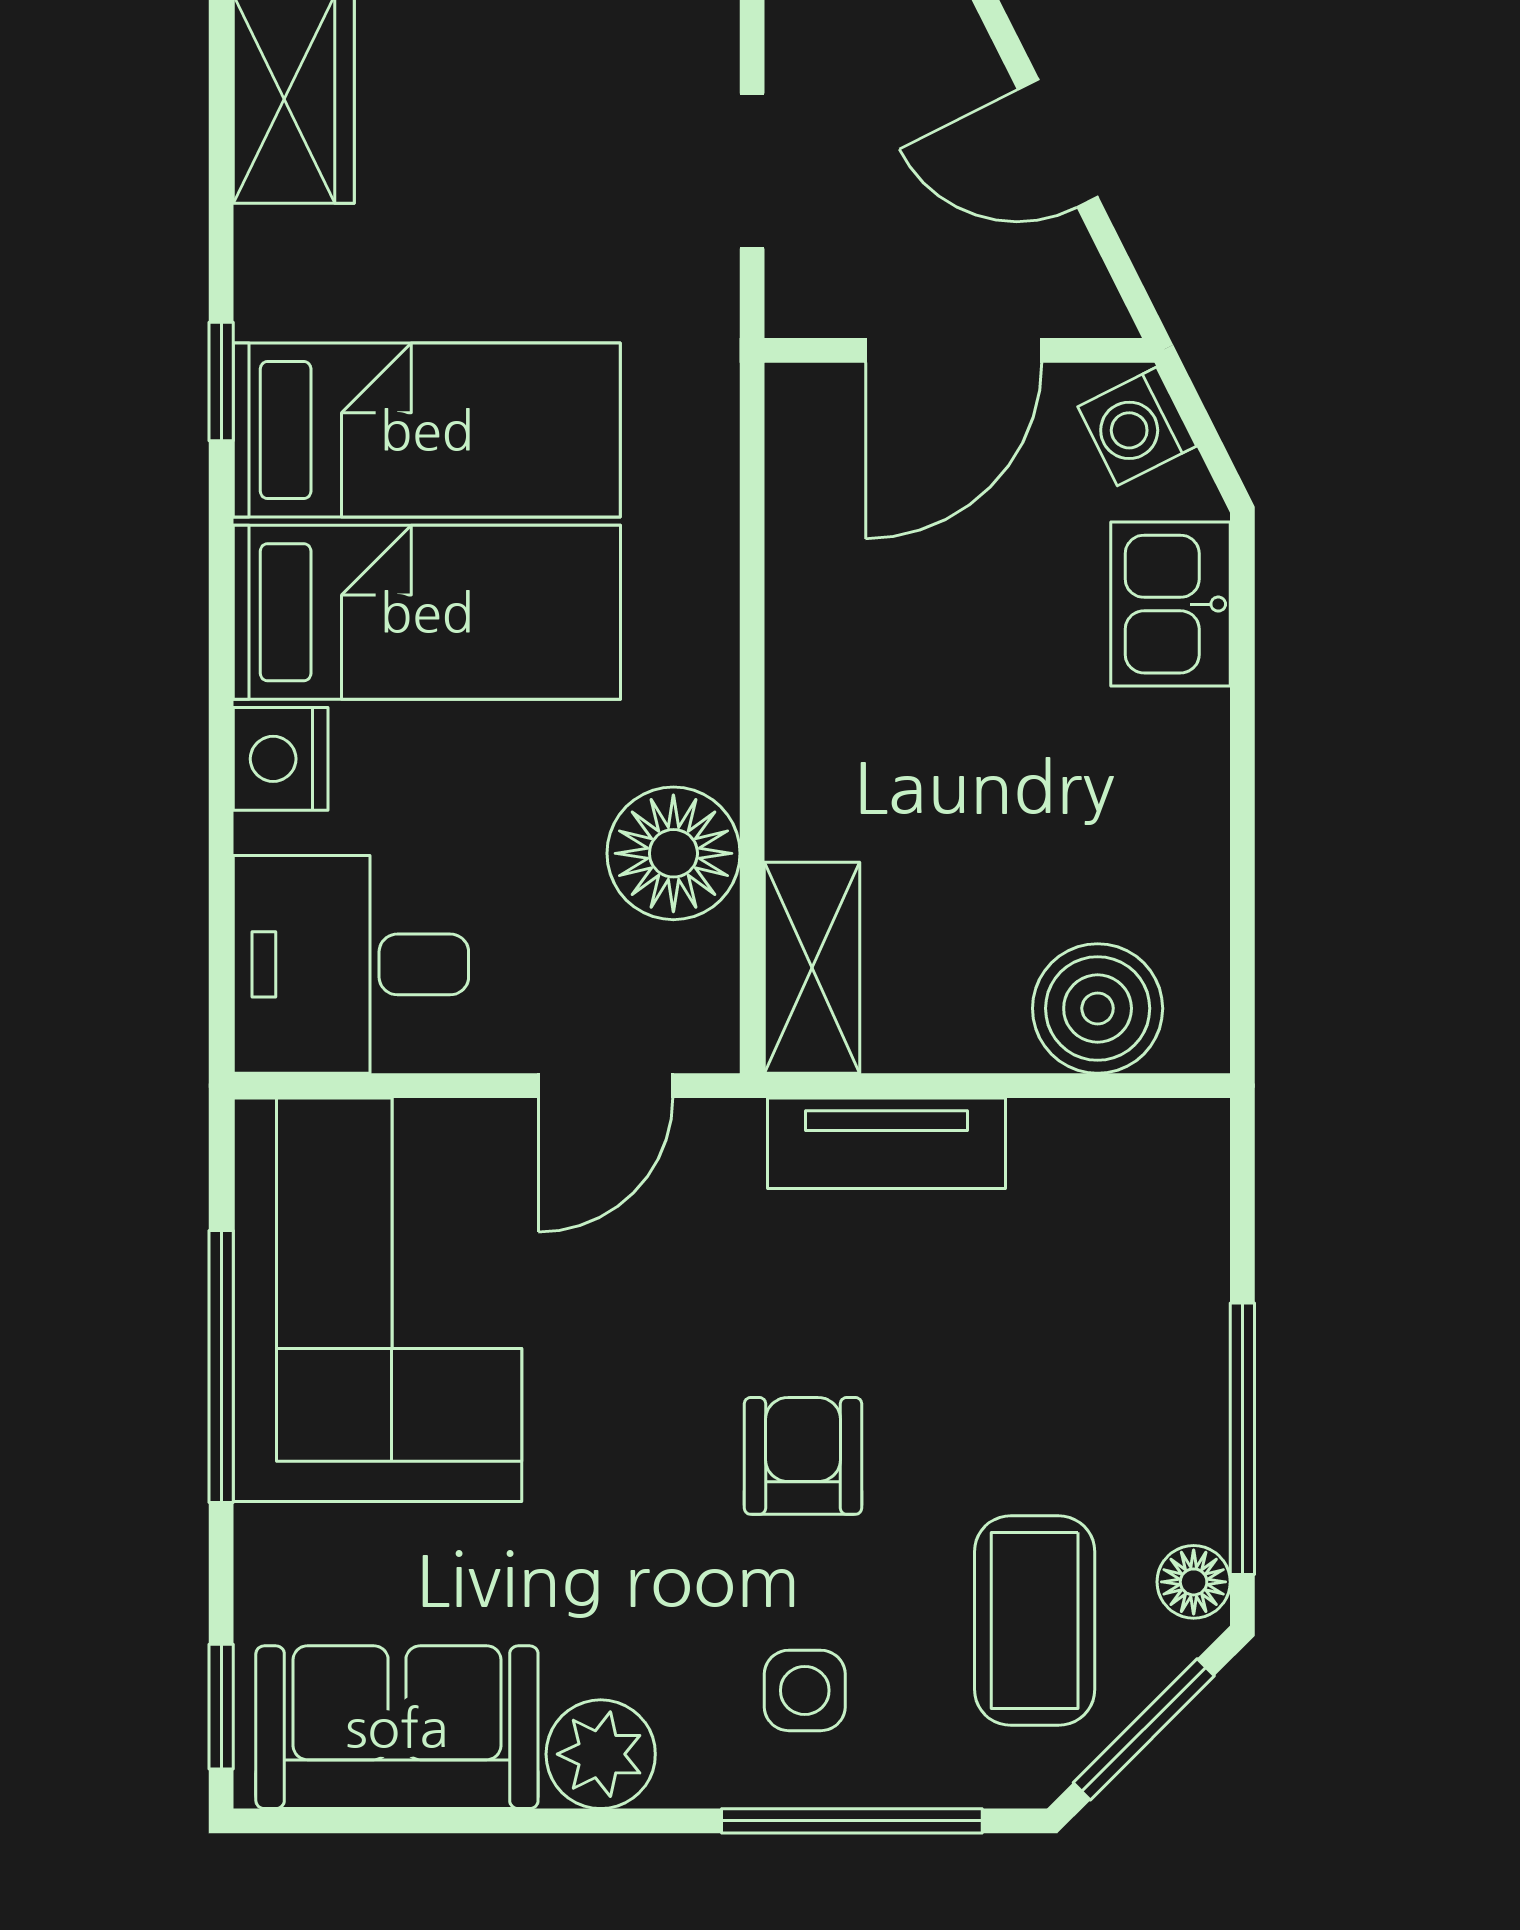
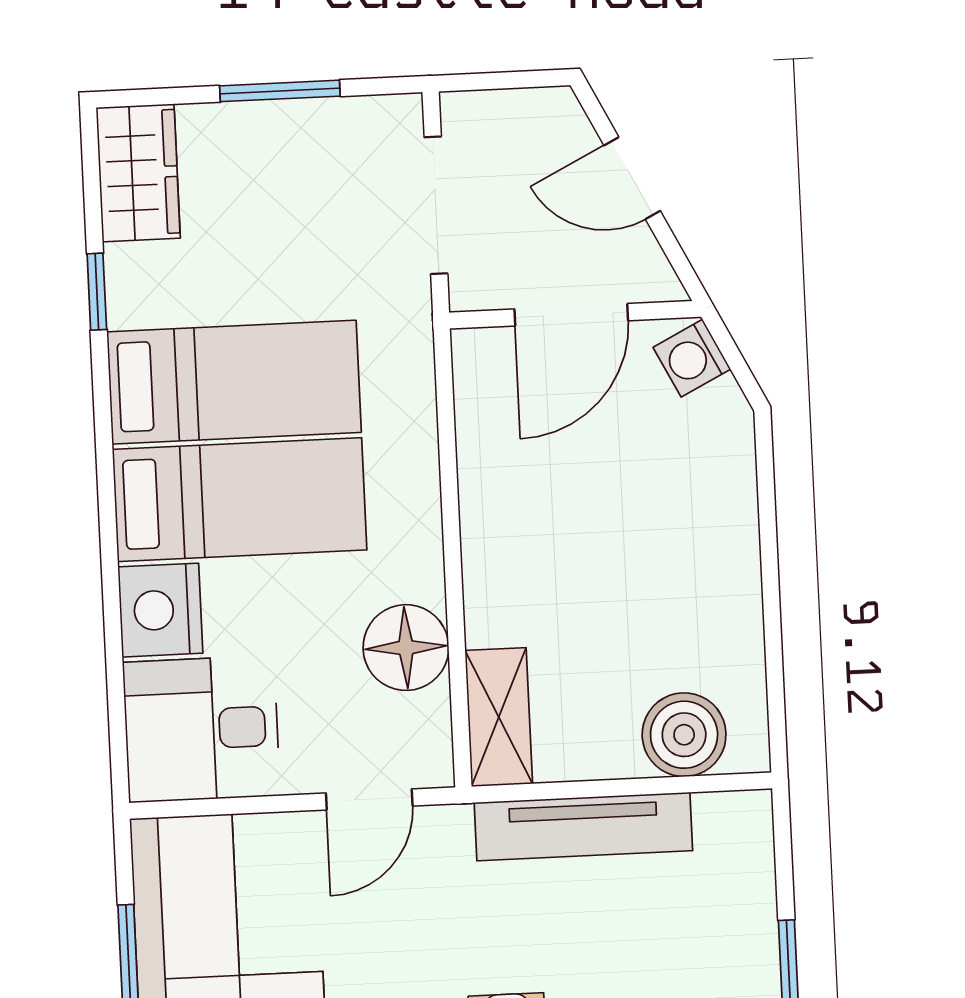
doorway: (752, 171) -> (436, 205), width x1.38
window: (221, 381) -> (97, 292), moved
kitchen sink: (1171, 604) -> (719, 472), removed
nightstand: (281, 759) -> (160, 610), width x1.36, depth x1.33
tv unit: (886, 1143) -> (583, 827), width x1.41

